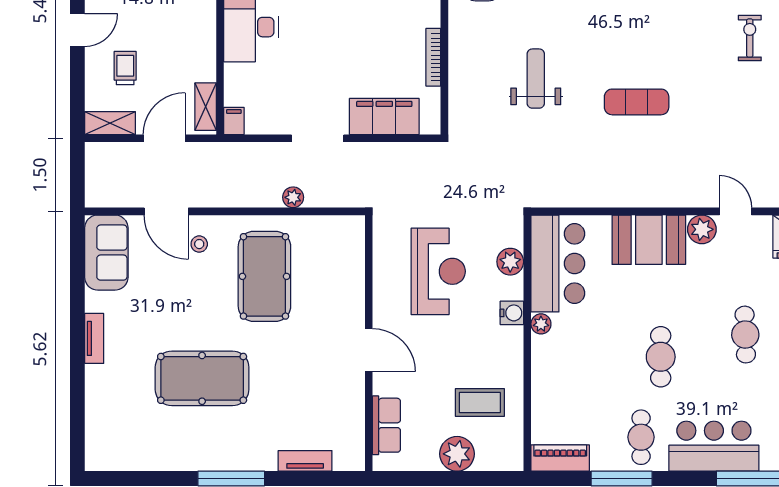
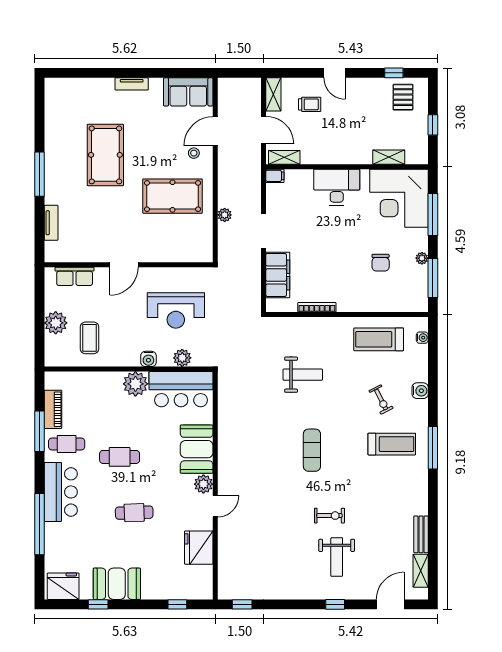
exercise mat: (637, 102) -> (312, 450), moved
plant: (541, 324) -> (135, 384), width x1.87, depth x1.87
piano: (560, 458) -> (53, 409), moved

